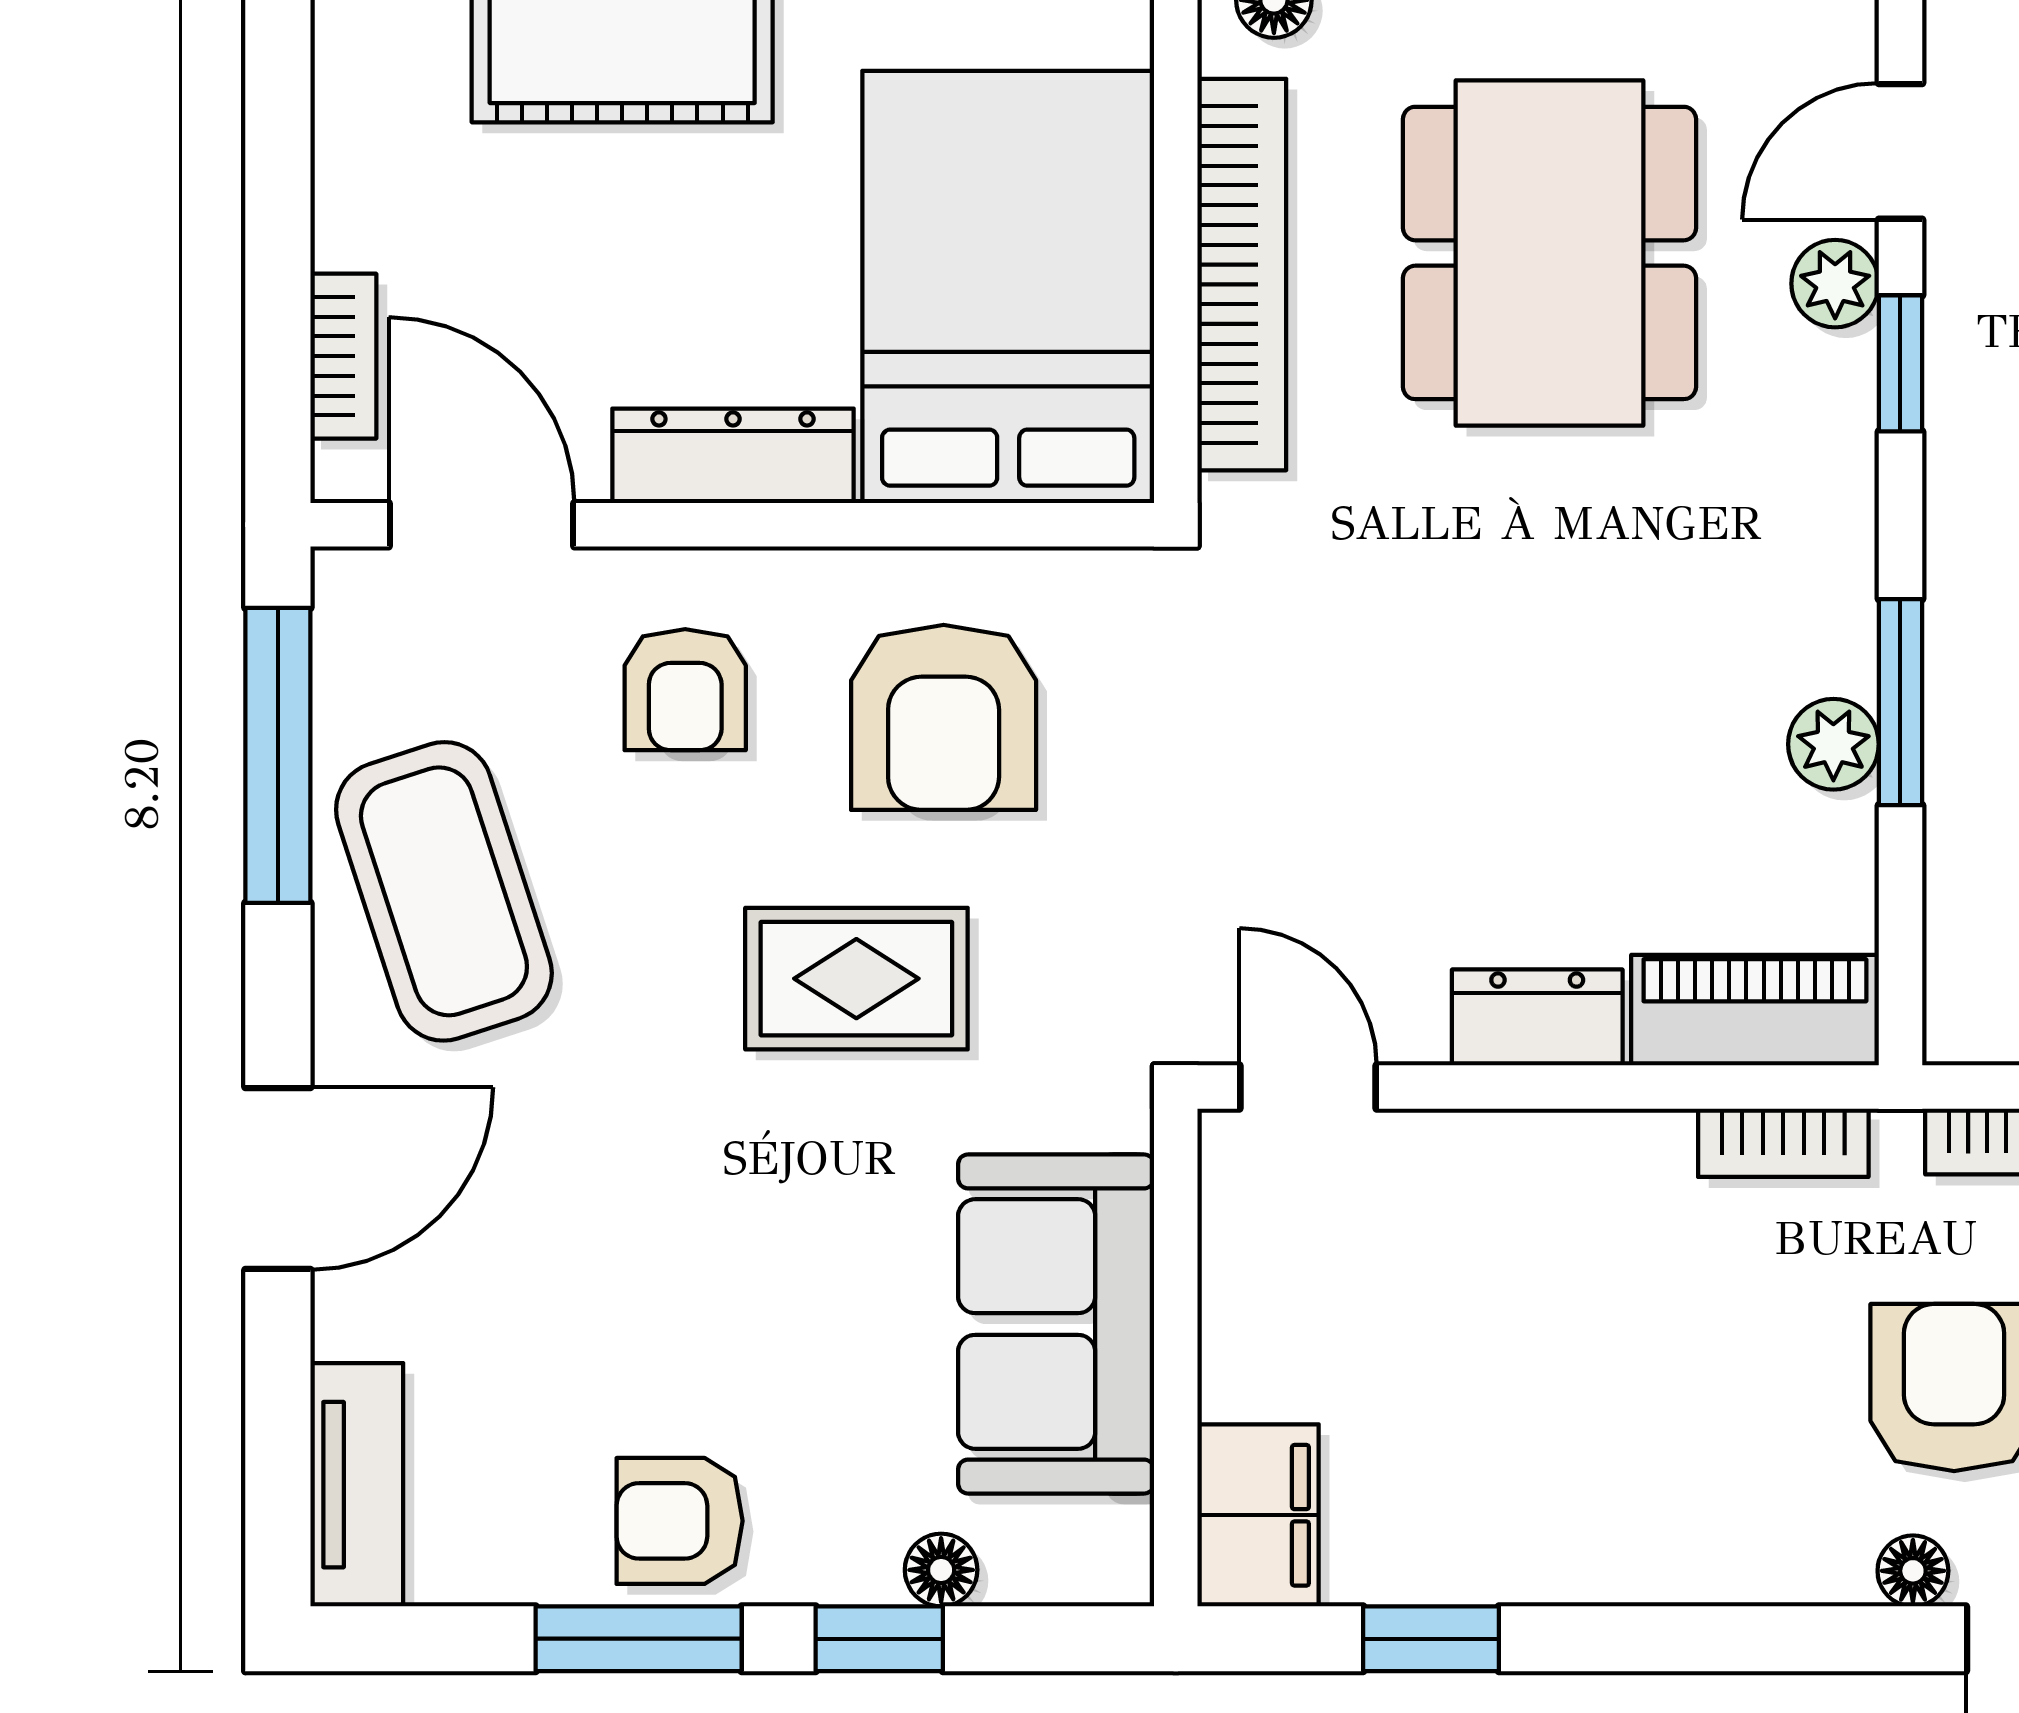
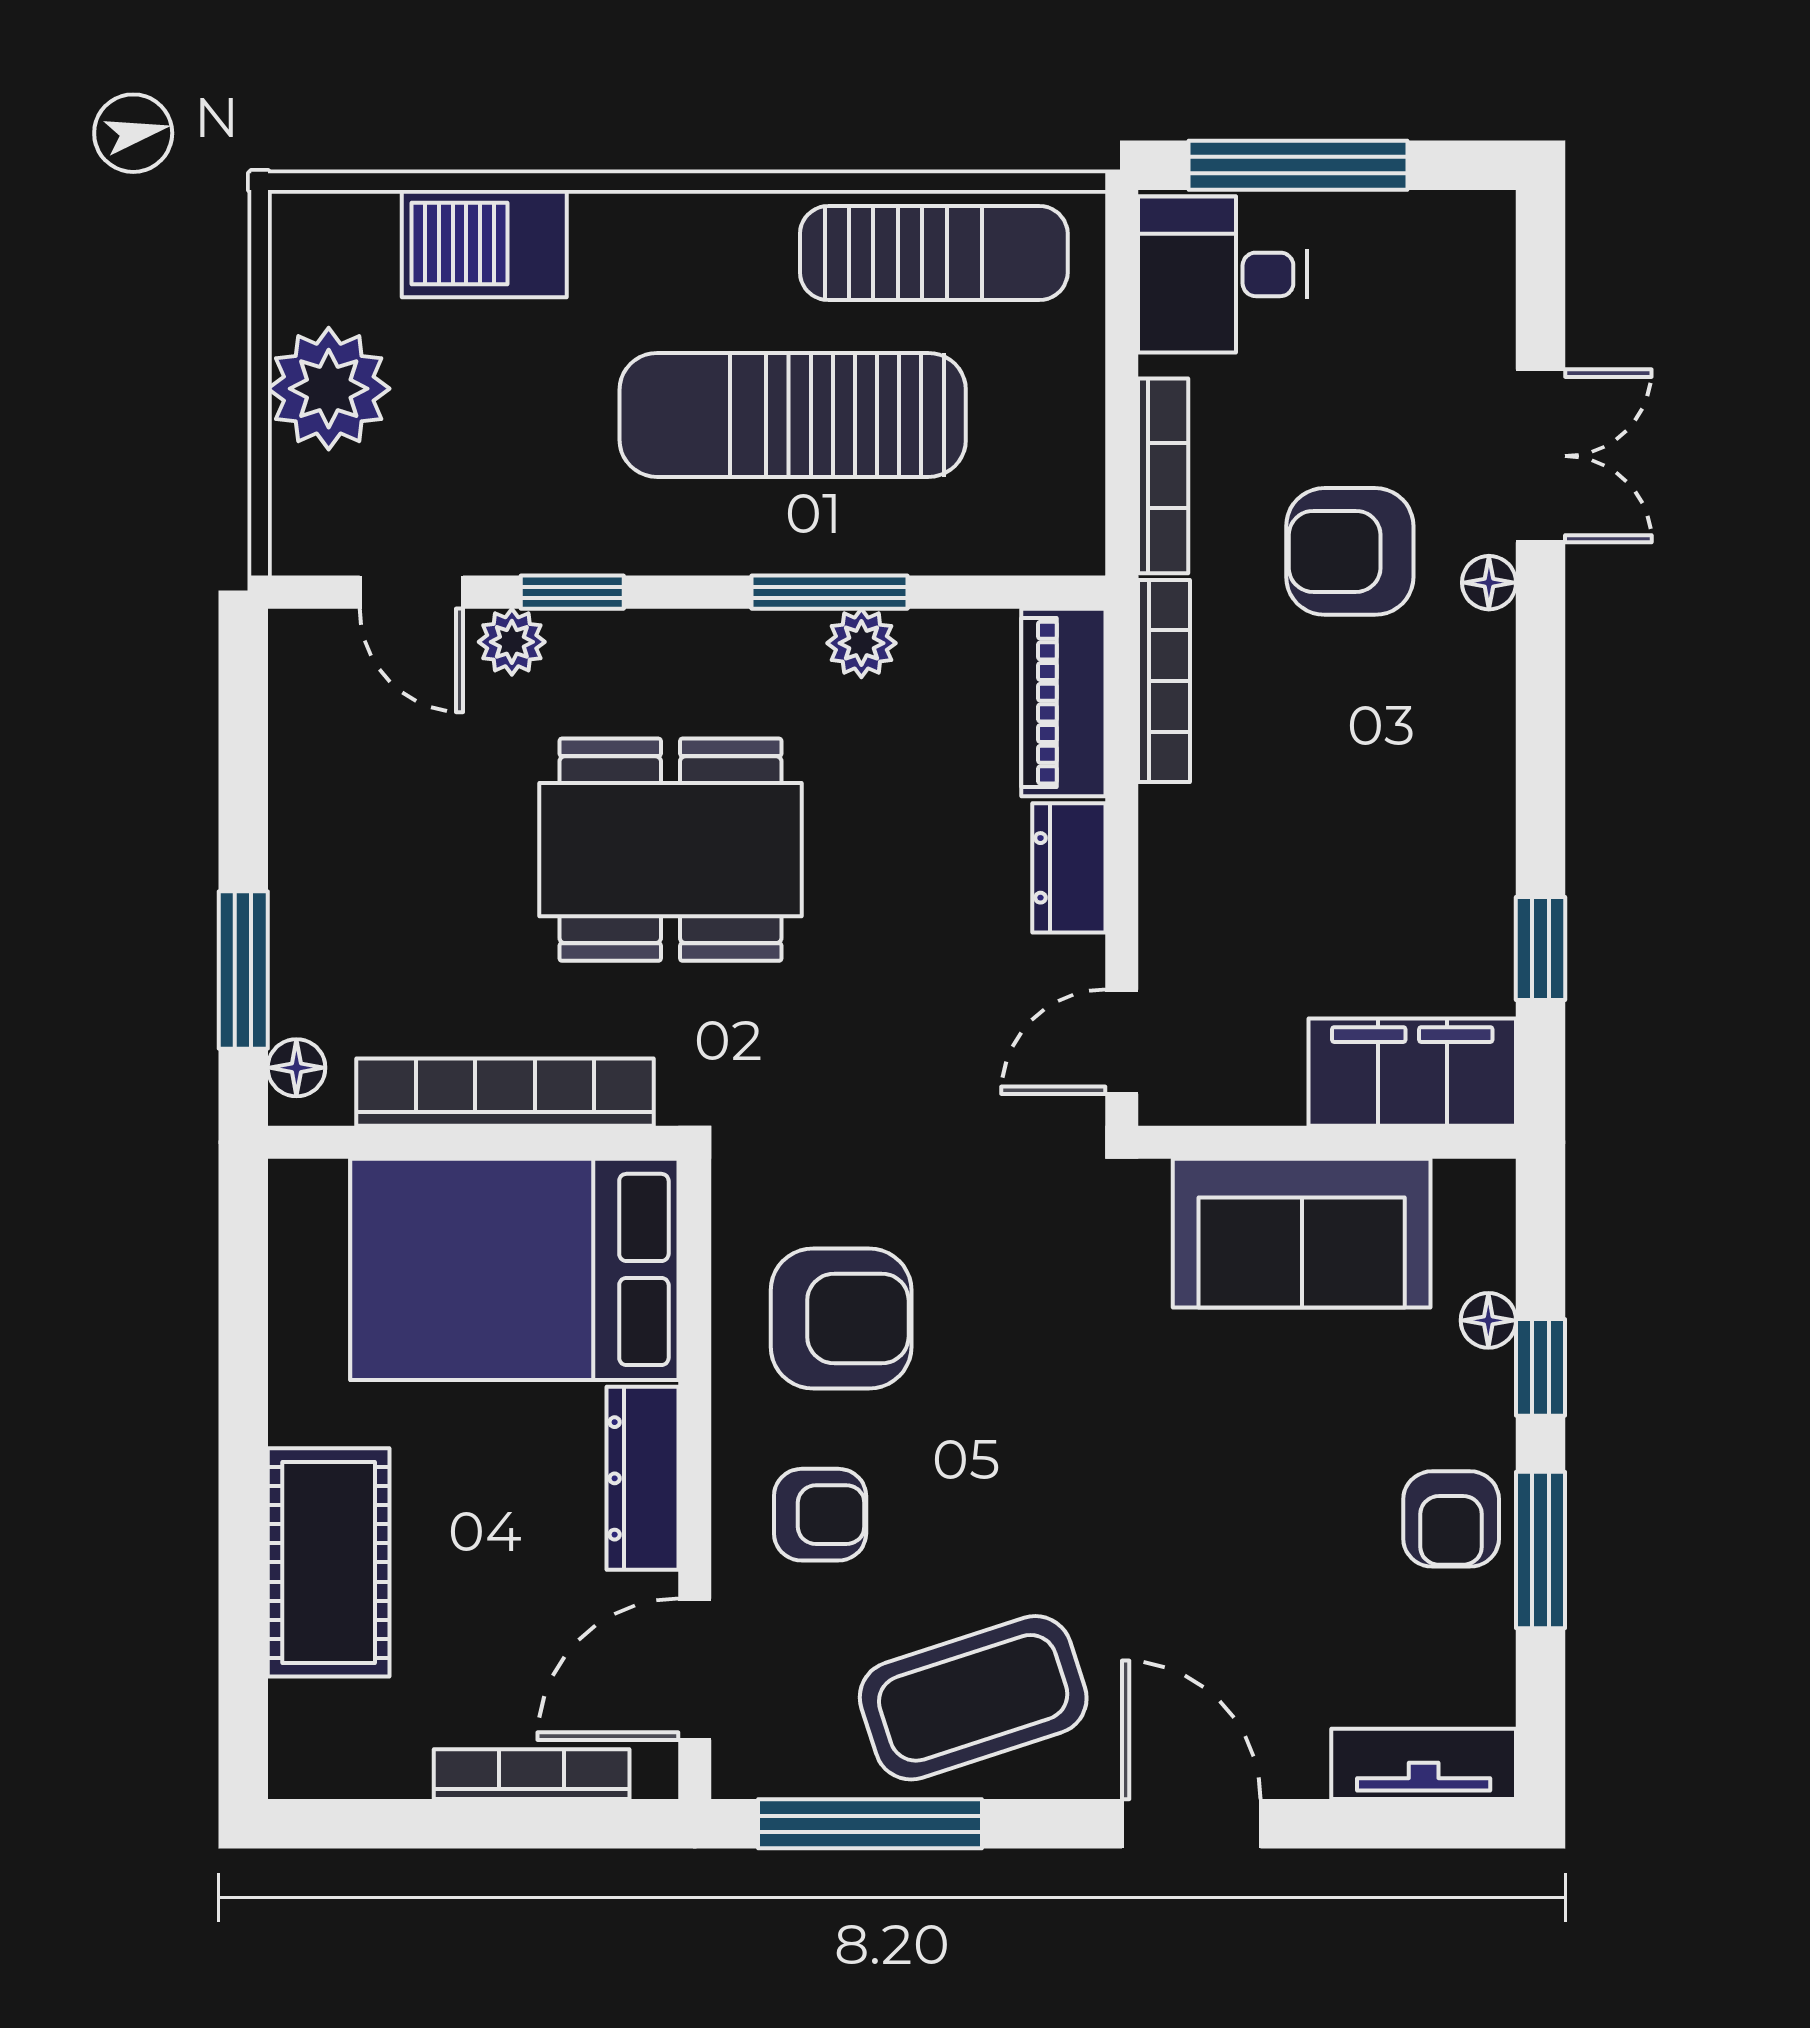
dining table: (1549, 253) -> (670, 850), moved
bookcase: (343, 356) -> (532, 1774), width x1.56
rug: (856, 979) -> (1039, 1385), removed
bookcase: (1783, 1143) -> (1164, 681), width x1.56
filing cabinet: (1258, 1515) -> (1412, 1072), width x1.50, depth x1.17

